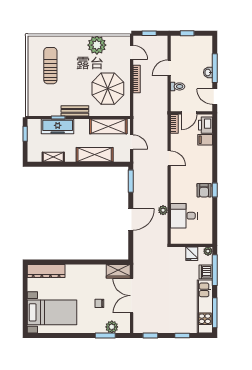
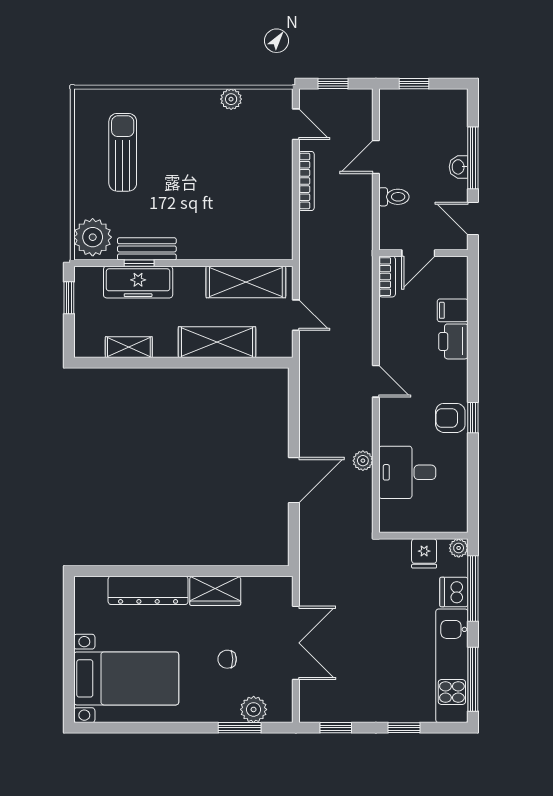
plant: (97, 45) -> (231, 99), width x0.53, depth x0.53
parasol: (108, 89) -> (245, 201), removed
plant: (36, 105) -> (93, 237), added
bench: (75, 111) -> (147, 249), moved
printer: (205, 125) -> (453, 341), moved
door: (169, 158) -> (376, 381), moved
window: (131, 181) -> (294, 399), removed
armchair: (204, 190) -> (450, 418), turned 90
dresser: (46, 271) -> (148, 590), moved
wardrobe: (118, 271) -> (215, 591), moved
double door: (132, 296) -> (296, 643), swing flipped

